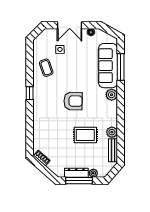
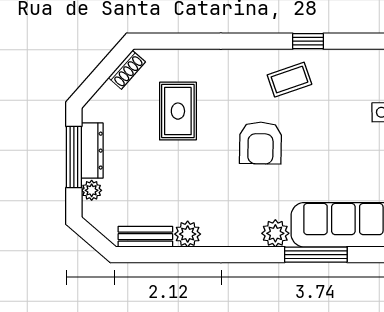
window: (121, 67) -> (316, 255), moved
coffee table: (46, 68) -> (289, 80), moved
window: (30, 93) -> (308, 41), moved
rug: (85, 135) -> (178, 111), moved

